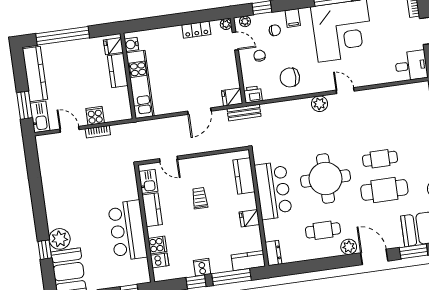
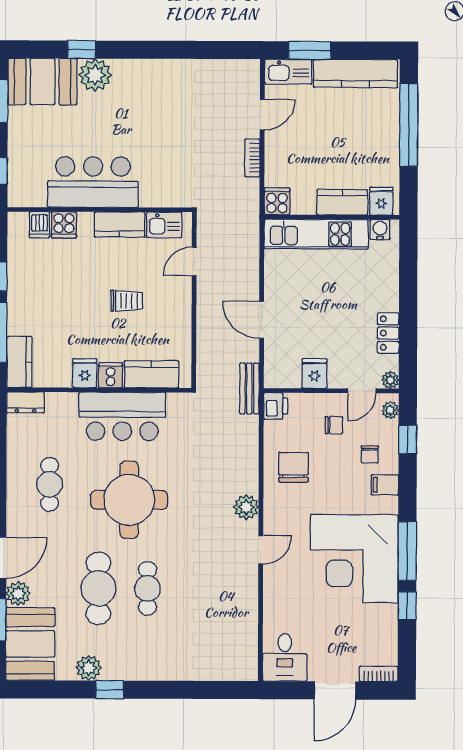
fridge: (232, 97) -> (314, 374), moved
cooker: (95, 116) -> (277, 201), moved, turned -90
plant: (349, 247) -> (18, 594), moved
cooker: (202, 267) -> (111, 375), moved, turned -90

